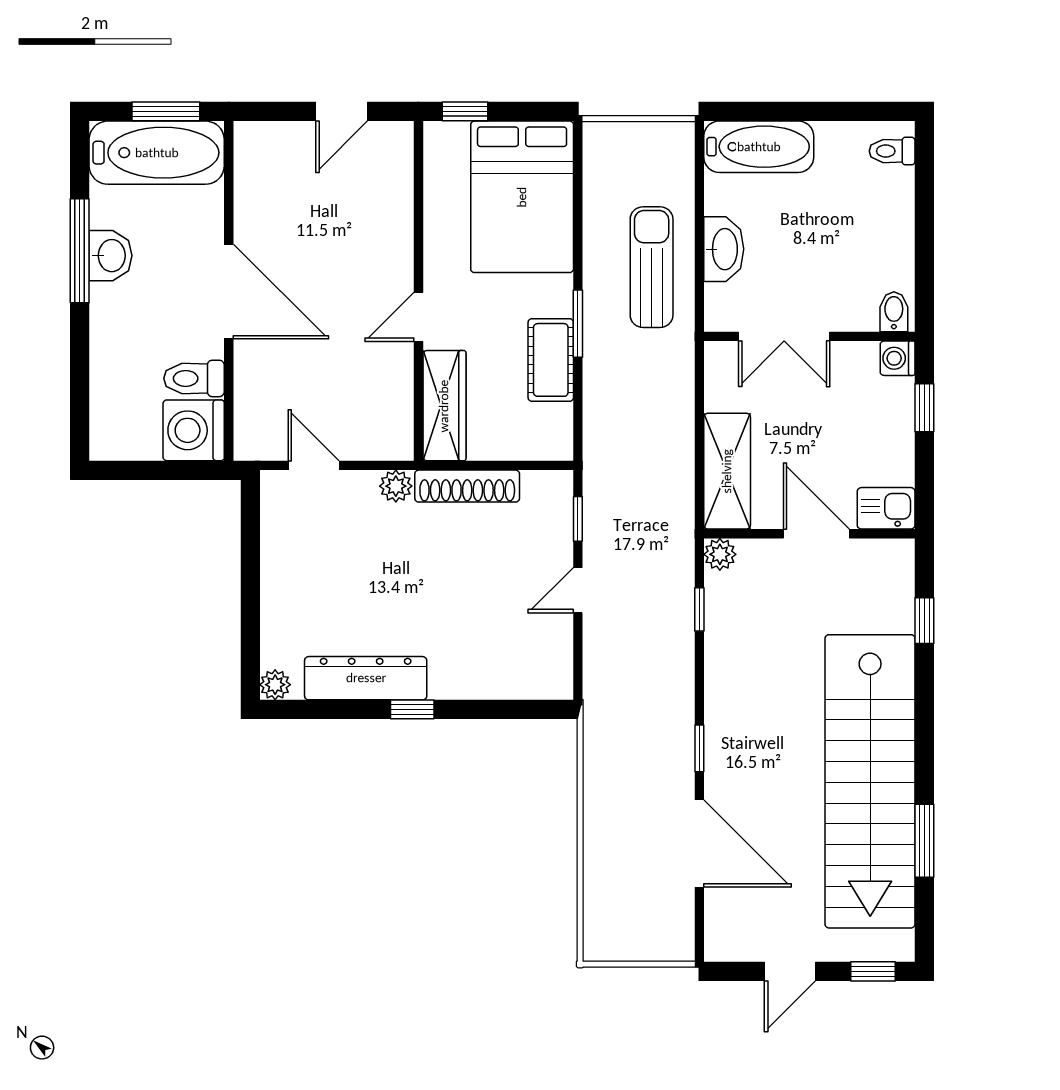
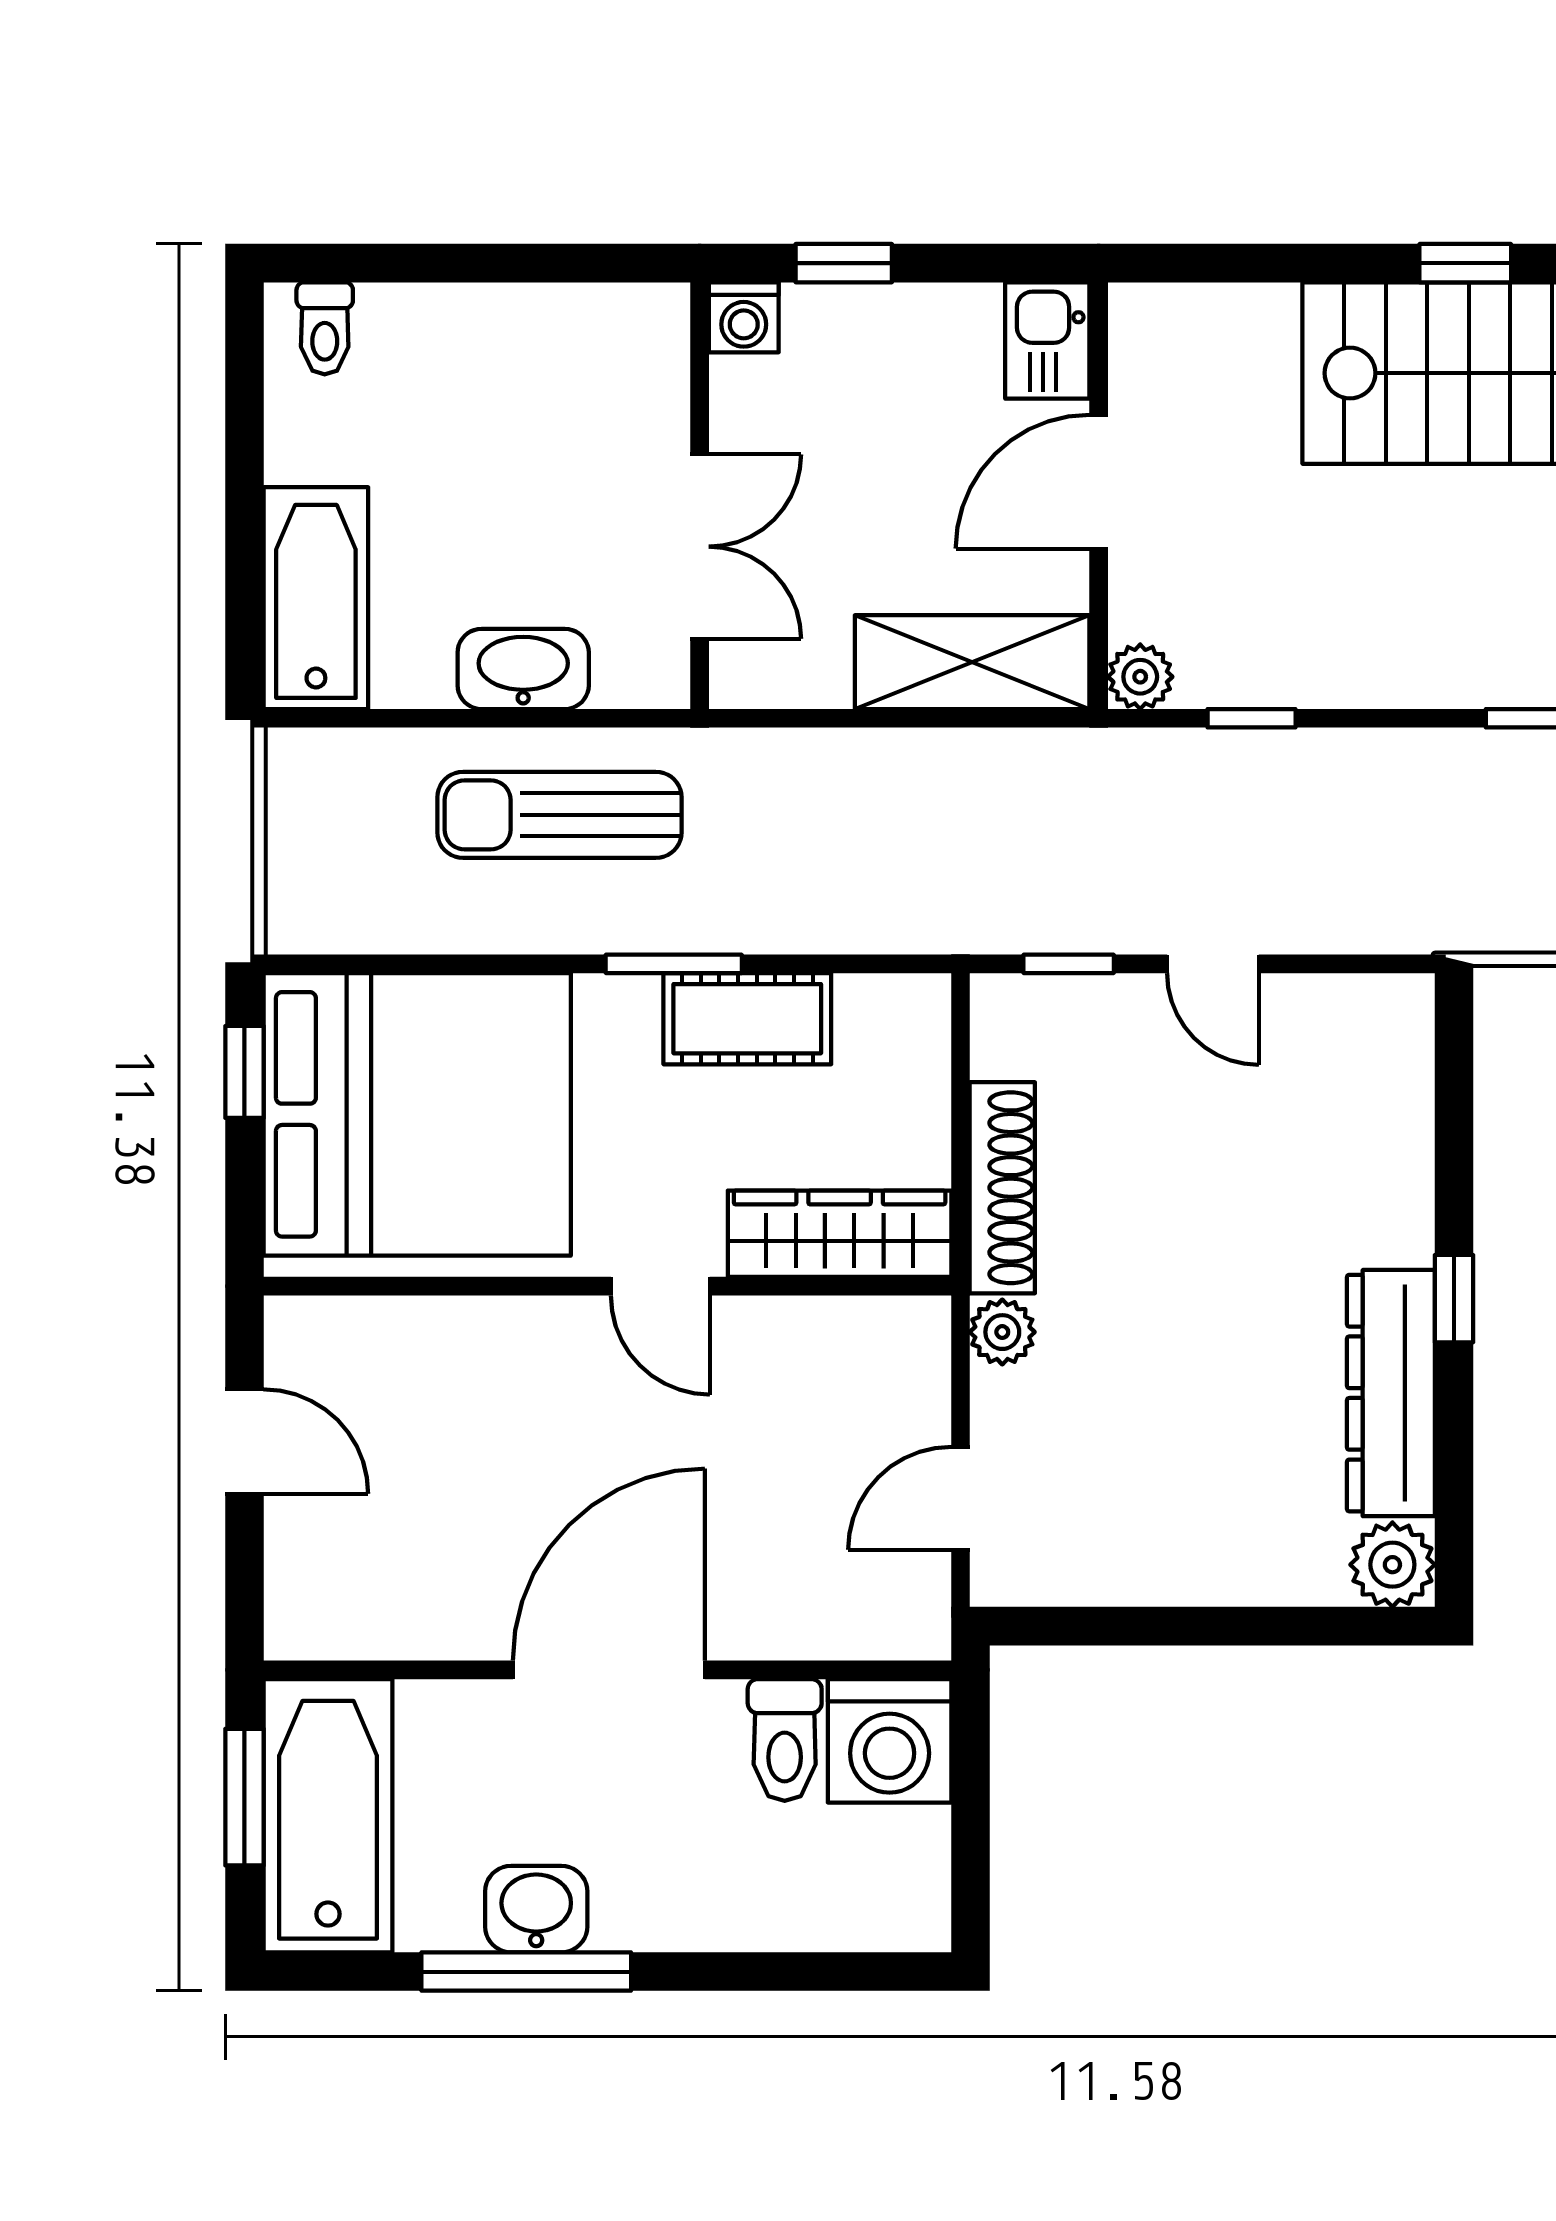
window: (465, 111) -> (244, 1072), moved
bed: (522, 197) -> (417, 1114), width x1.36
bidet: (894, 312) -> (650, 325), removed
window: (924, 621) -> (1465, 263), moved
plant: (275, 685) -> (1392, 1565), width x1.38, depth x1.38

